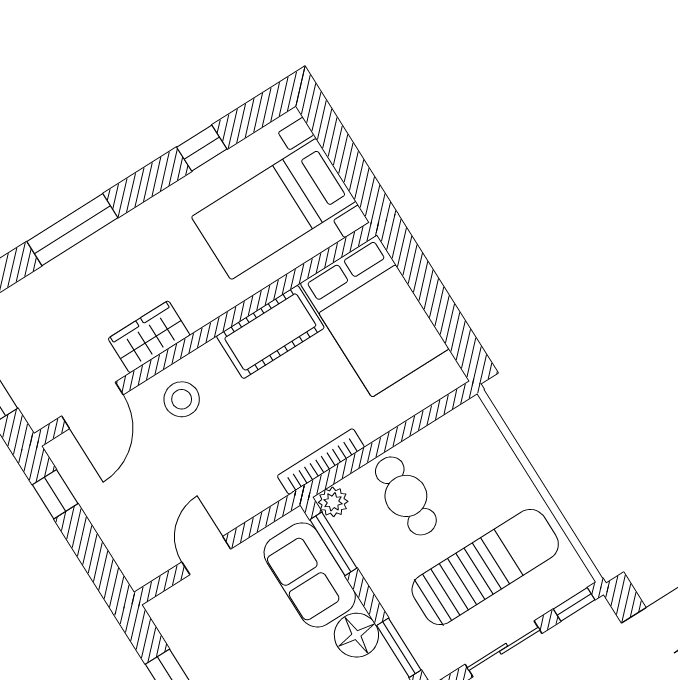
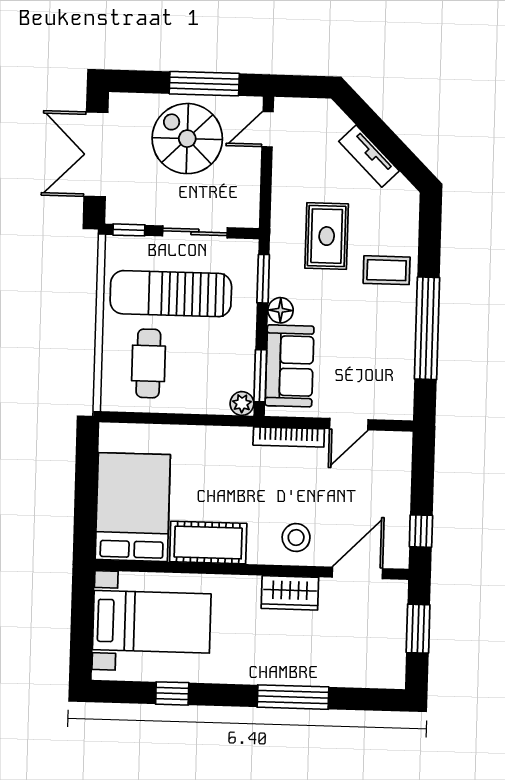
bookcase: (321, 461) -> (289, 437), moved
cafe table: (406, 496) -> (148, 363), moved
floor lamp: (356, 635) -> (280, 310), width x0.73, depth x0.73

